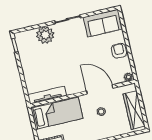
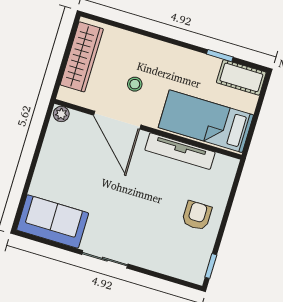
plant: (45, 35) -> (154, 255), removed
armchair: (119, 51) -> (197, 216), moved, turned 180
tv unit: (47, 95) -> (180, 151), moved

